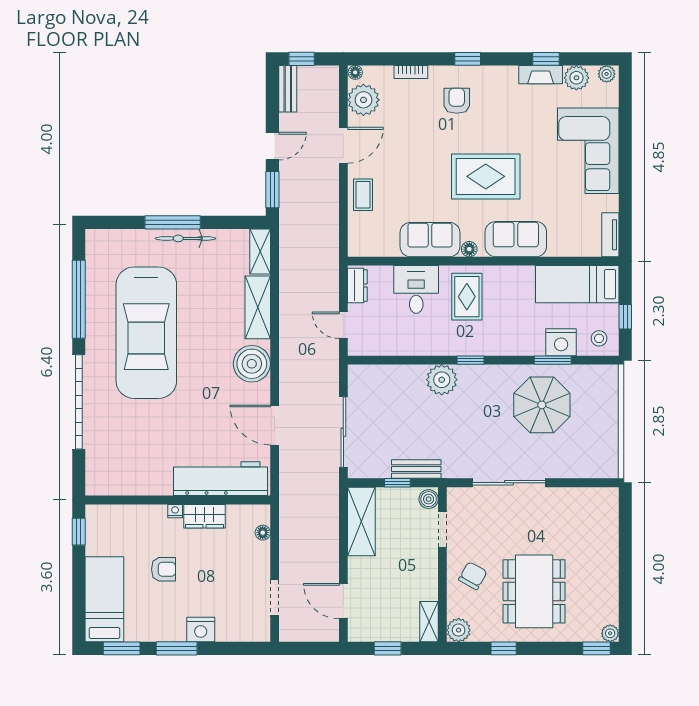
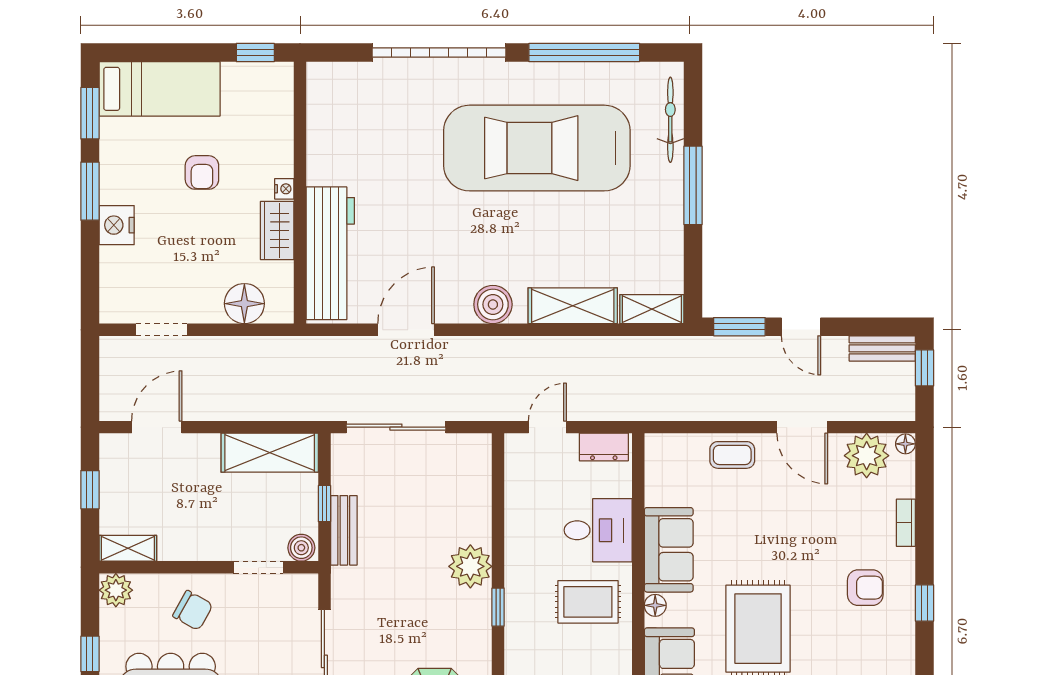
bicycle: (185, 238) -> (670, 120), moved
boiler: (252, 364) -> (493, 304), width x0.73, depth x0.73
floor lamp: (263, 533) -> (244, 304), width x1.89, depth x1.89

